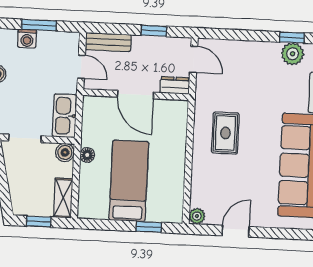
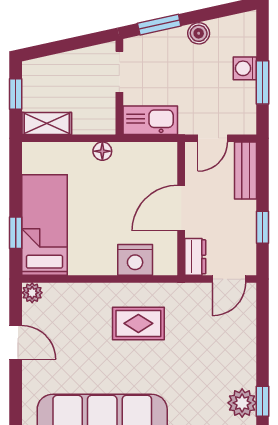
nightstand: (175, 133) -> (135, 260), added
boiler: (65, 152) -> (104, 123), removed
bed: (129, 181) -> (44, 225), moved, turned -90

